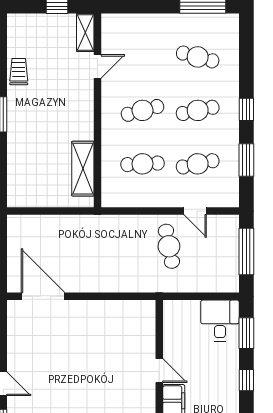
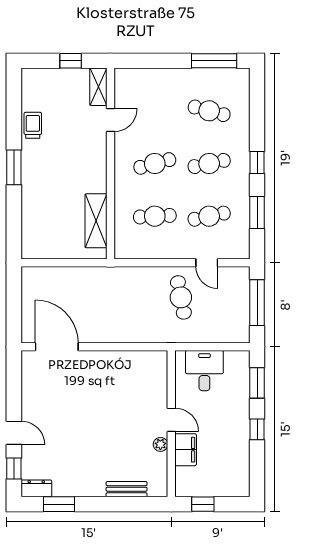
desk: (220, 320) -> (204, 371), moved
plant: (148, 395) -> (160, 444), added

